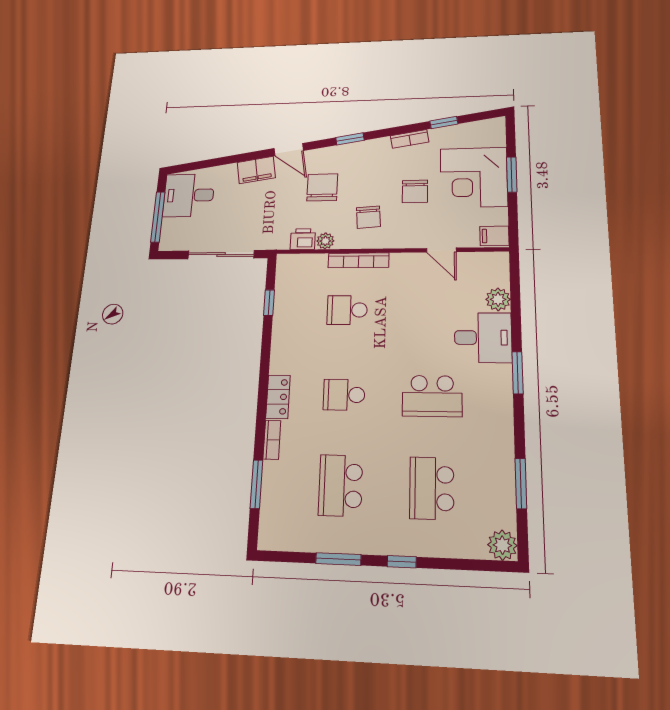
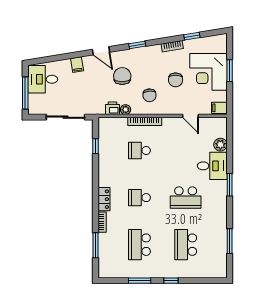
filing cabinet: (256, 170) -> (77, 65), width x0.50
plant: (502, 545) -> (220, 271), removed

